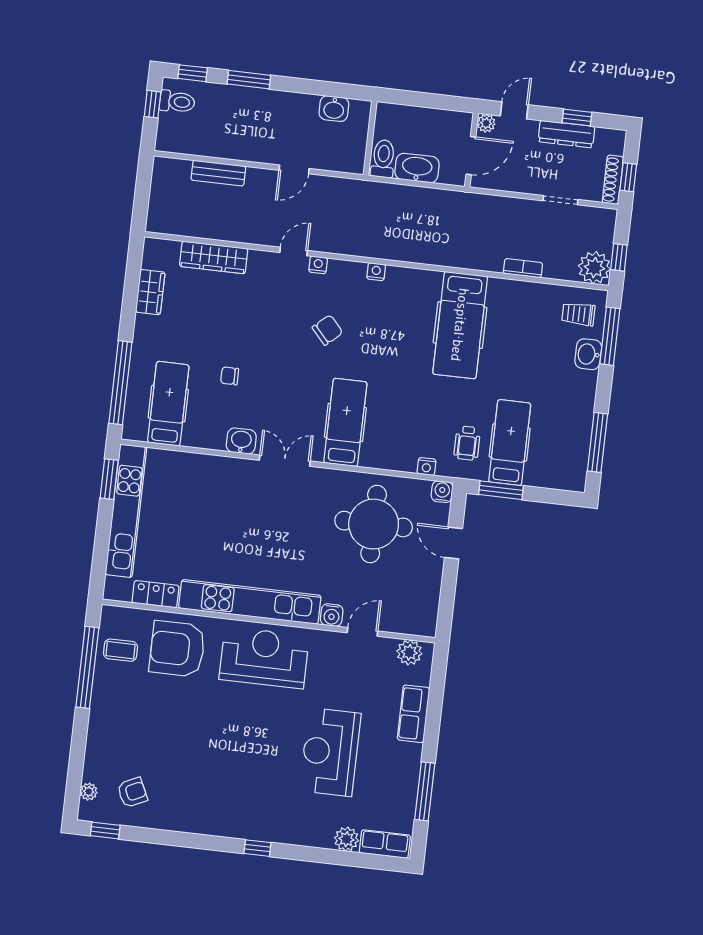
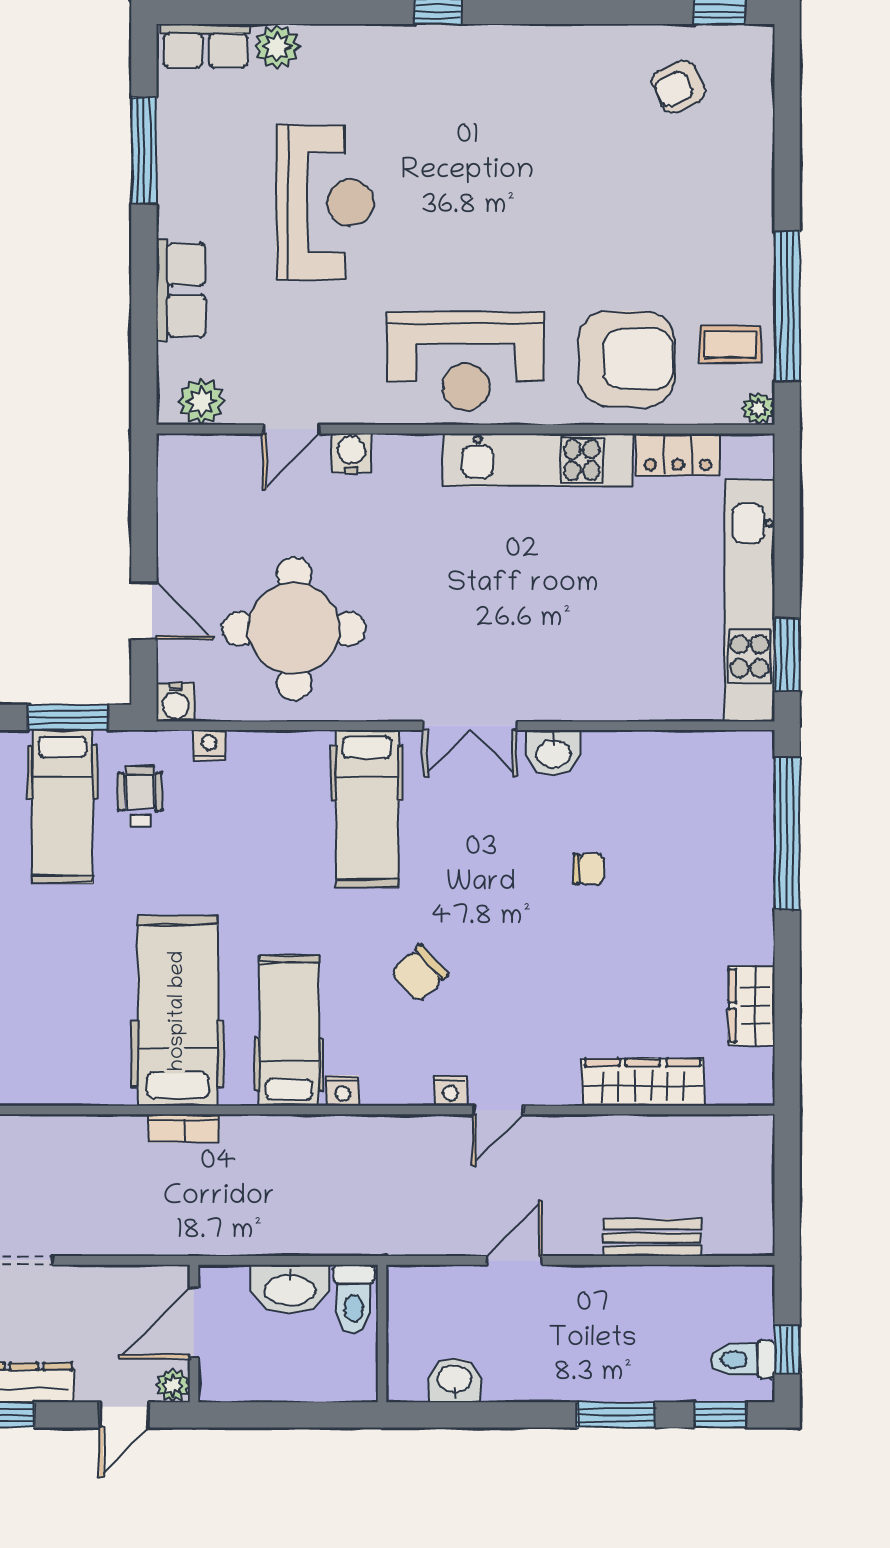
bookcase: (523, 268) -> (184, 1128), moved
hospital bed: (168, 404) -> (289, 1030), moved, turned 180
kitchen unit: (250, 602) -> (538, 460), width x0.73
plant: (89, 792) -> (758, 408), moved

